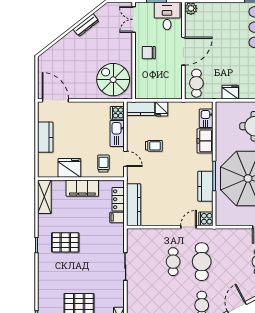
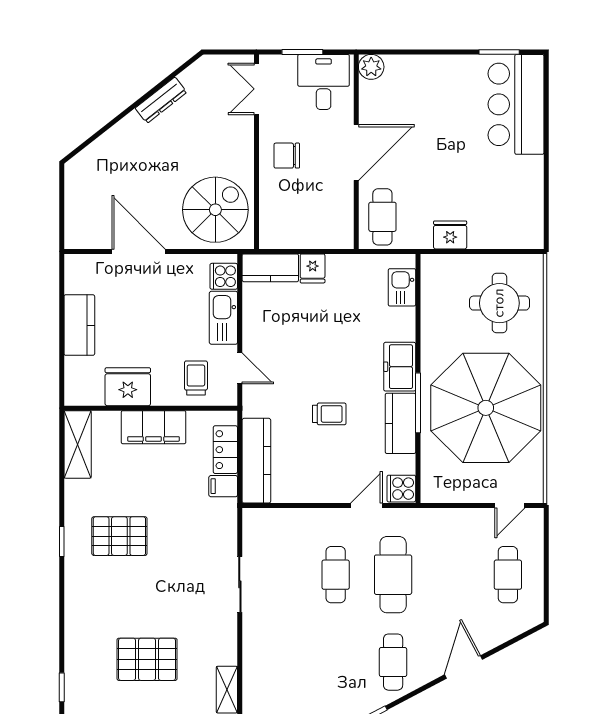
spiral stairs: (113, 80) -> (215, 210), turned 90
door: (55, 100) -> (139, 251), moved
freezer: (205, 141) -> (400, 367), moved
trolley: (154, 146) -> (329, 414), moved

